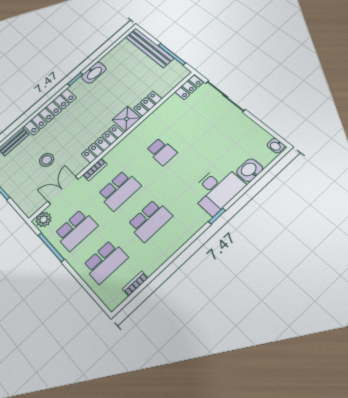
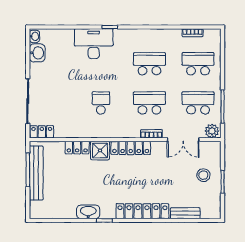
bench: (149, 48) -> (36, 173), moved
stool: (47, 160) -> (203, 175), moved
washbasin: (250, 170) -> (37, 53), moved, turned -90

